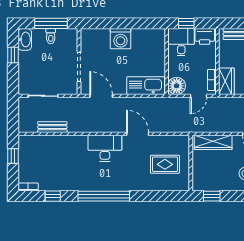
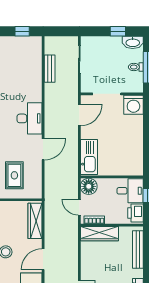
washing machine: (121, 39) -> (133, 105), moved, turned -90
wardrobe: (226, 81) -> (99, 234), width x1.50

